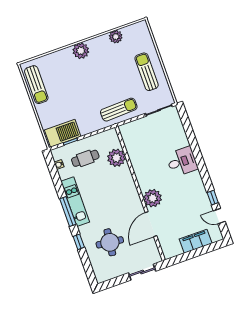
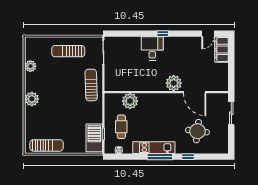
window: (213, 198) -> (163, 34), moved
filing cabinet: (196, 241) -> (222, 49), moved

